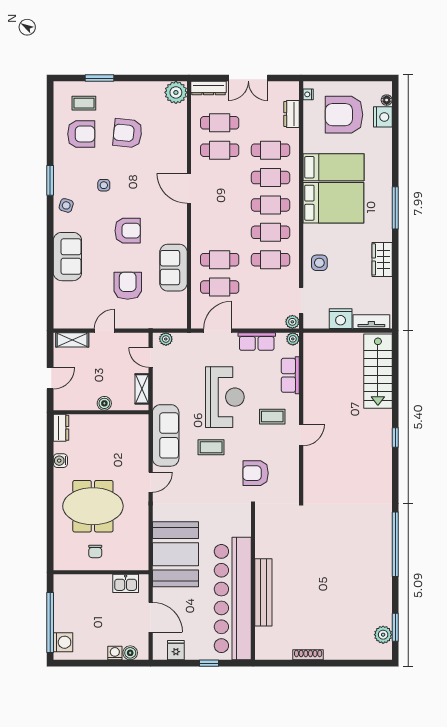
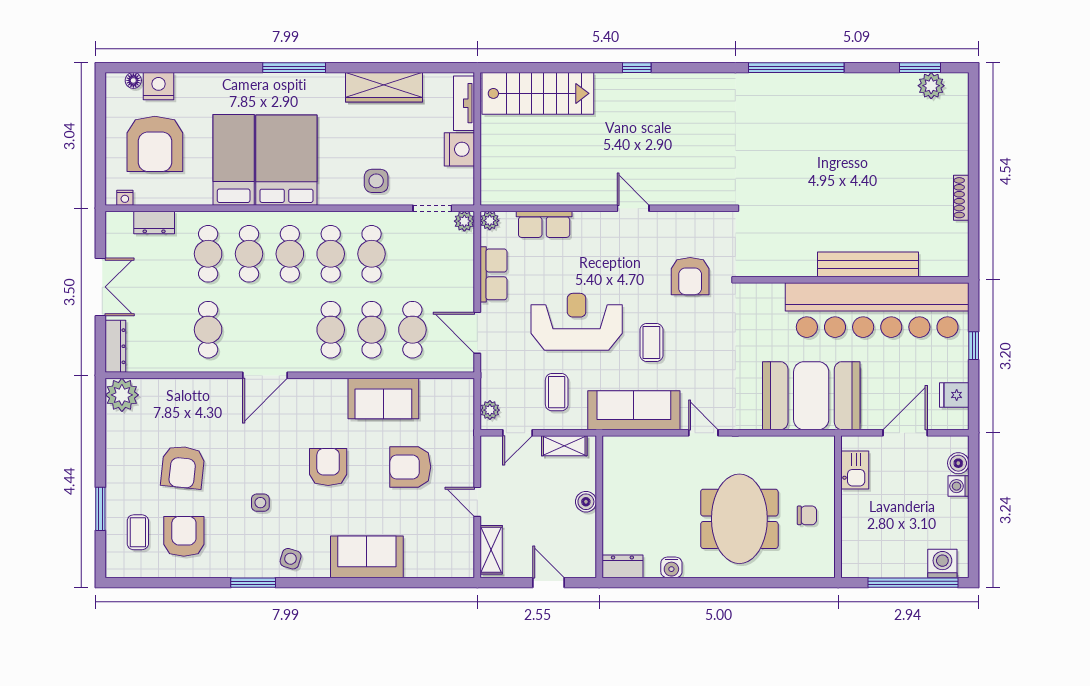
cafe table: (220, 123) -> (331, 330), moved
wardrobe: (382, 259) -> (384, 87), width x1.50
coffee table: (272, 417) -> (557, 392), moved

